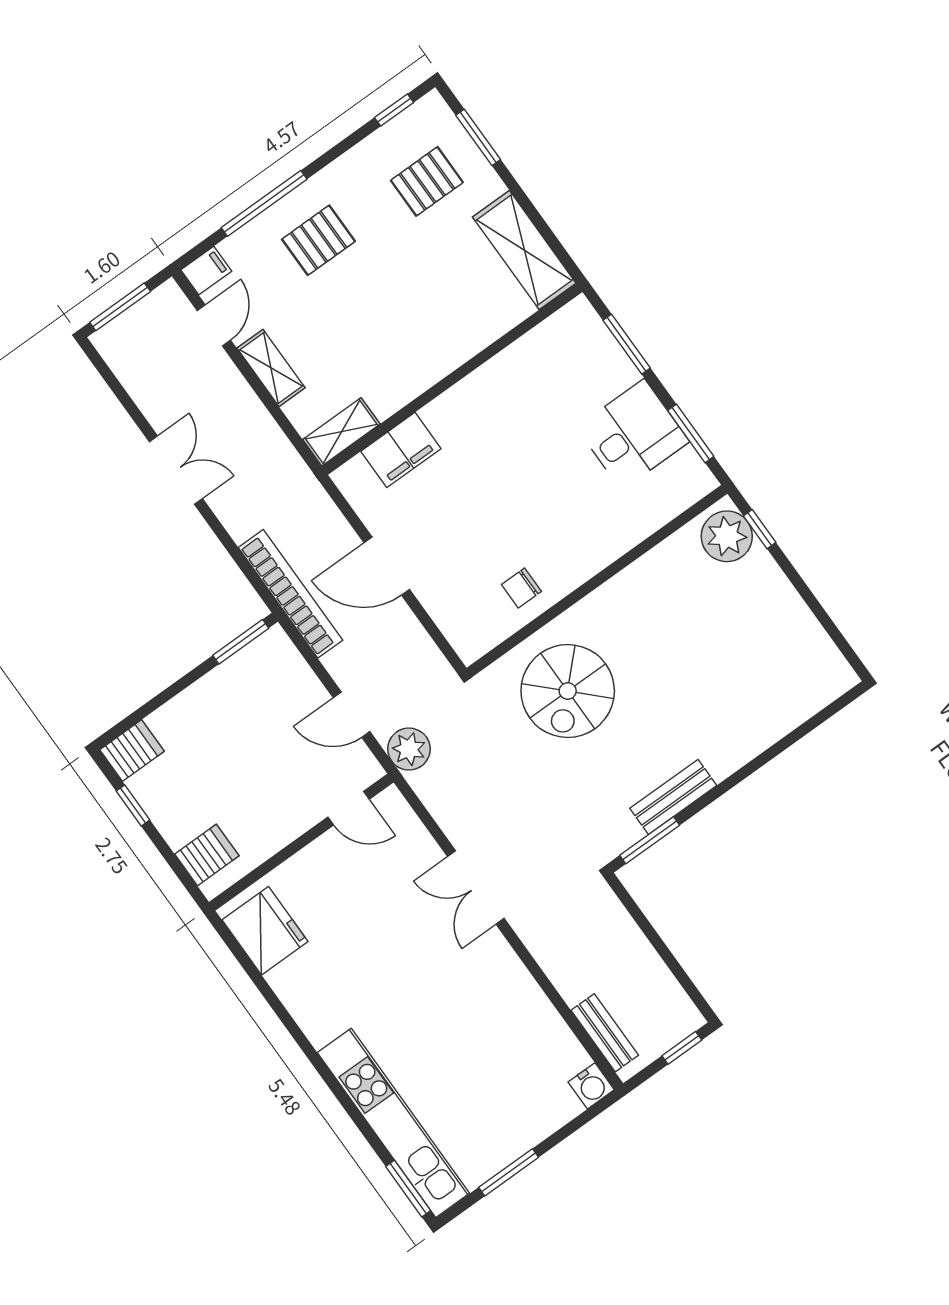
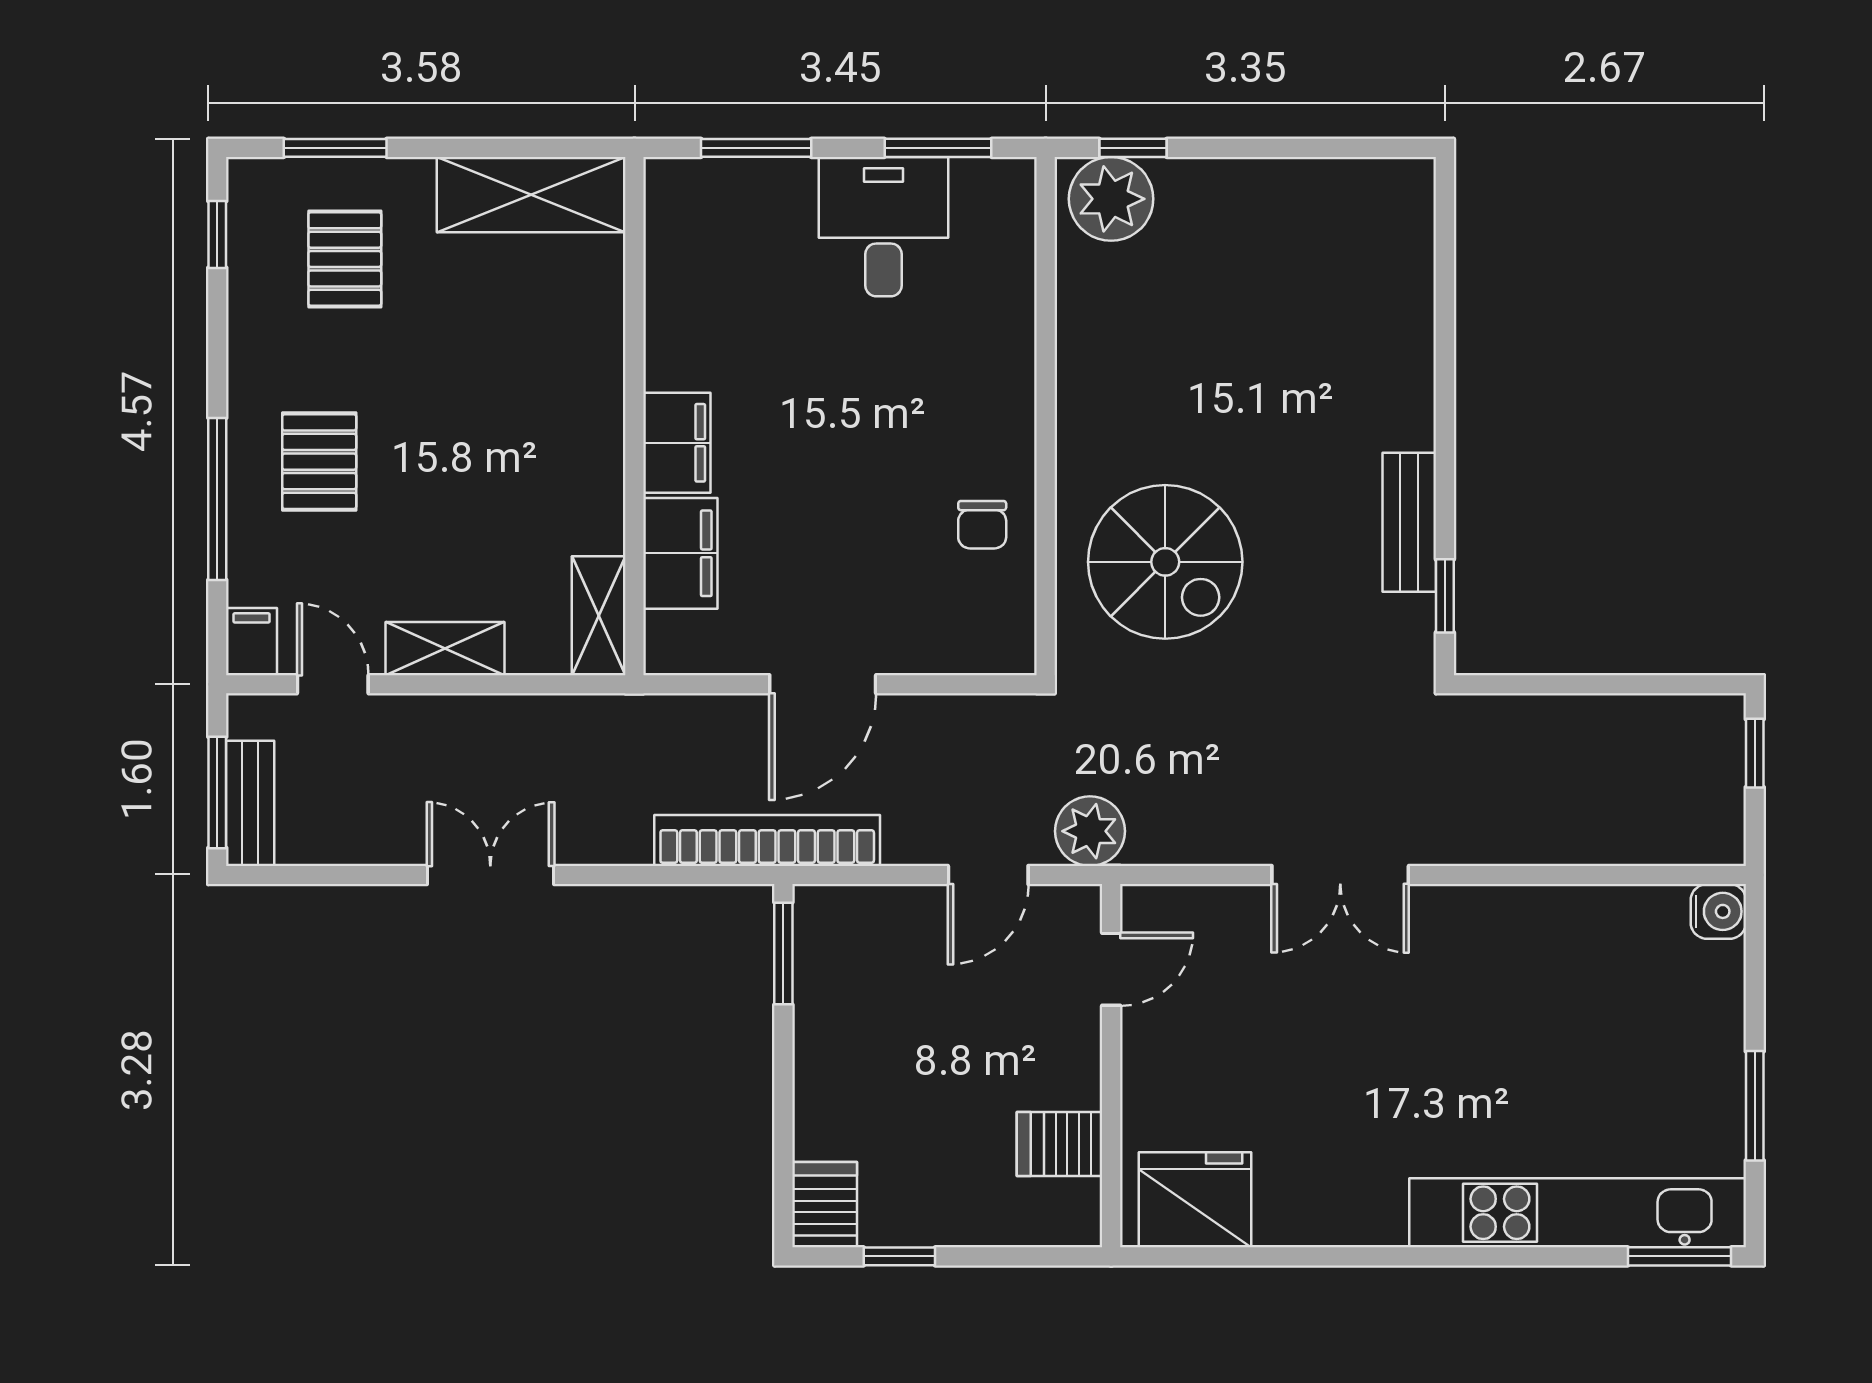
filing cabinet: (454, 409) -> (677, 443), added
window: (650, 840) -> (1445, 596), width x0.67
server rack: (207, 855) -> (1060, 1144), moved, turned -90
bench: (605, 1033) -> (250, 803), moved, turned 90

